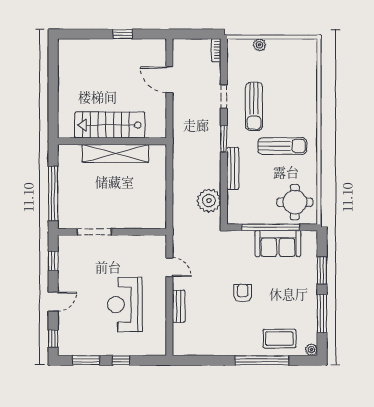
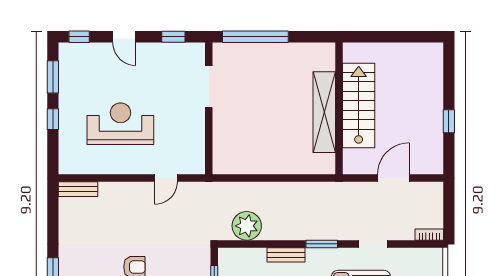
stairs: (110, 125) -> (359, 105), moved
wall: (112, 141) -> (339, 108), moved
shelving: (115, 153) -> (324, 112), moved
bench: (233, 168) -> (286, 255), width x0.73
bench: (179, 306) -> (78, 189), moved

